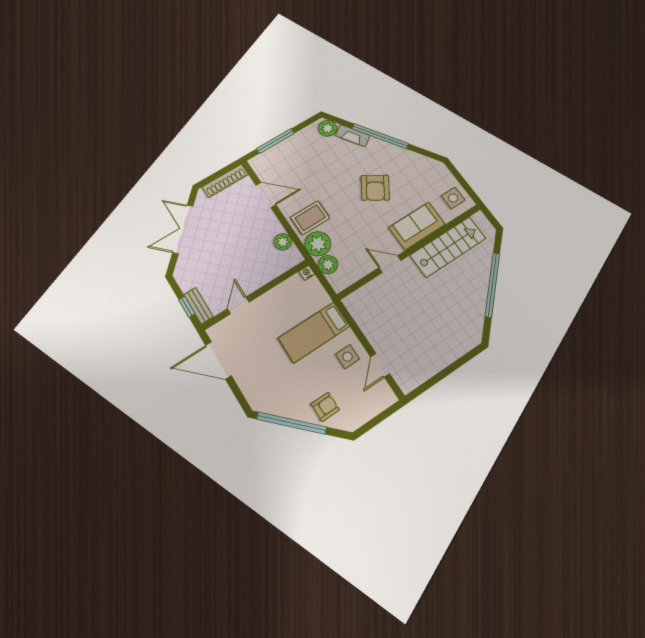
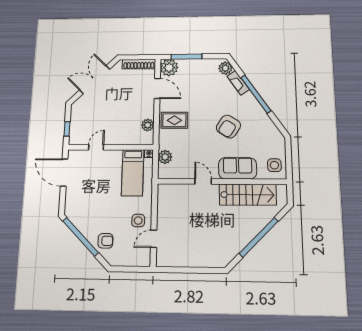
plant: (318, 244) -> (169, 68), moved
bench: (198, 306) -> (74, 133), removed
bed: (314, 332) -> (133, 173), moved, turned -90

